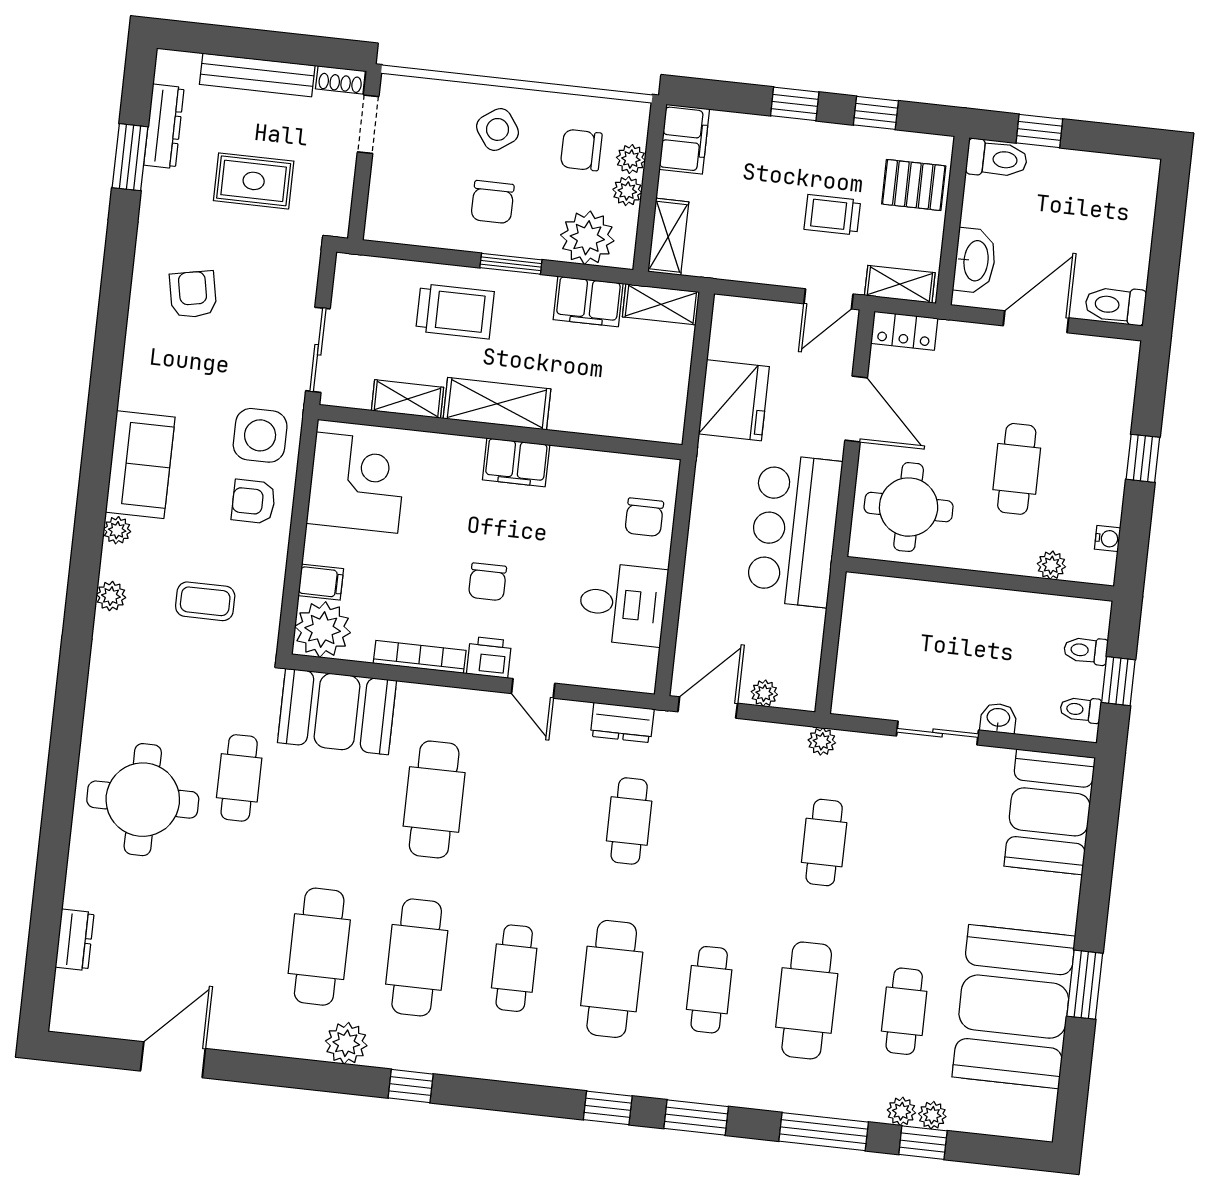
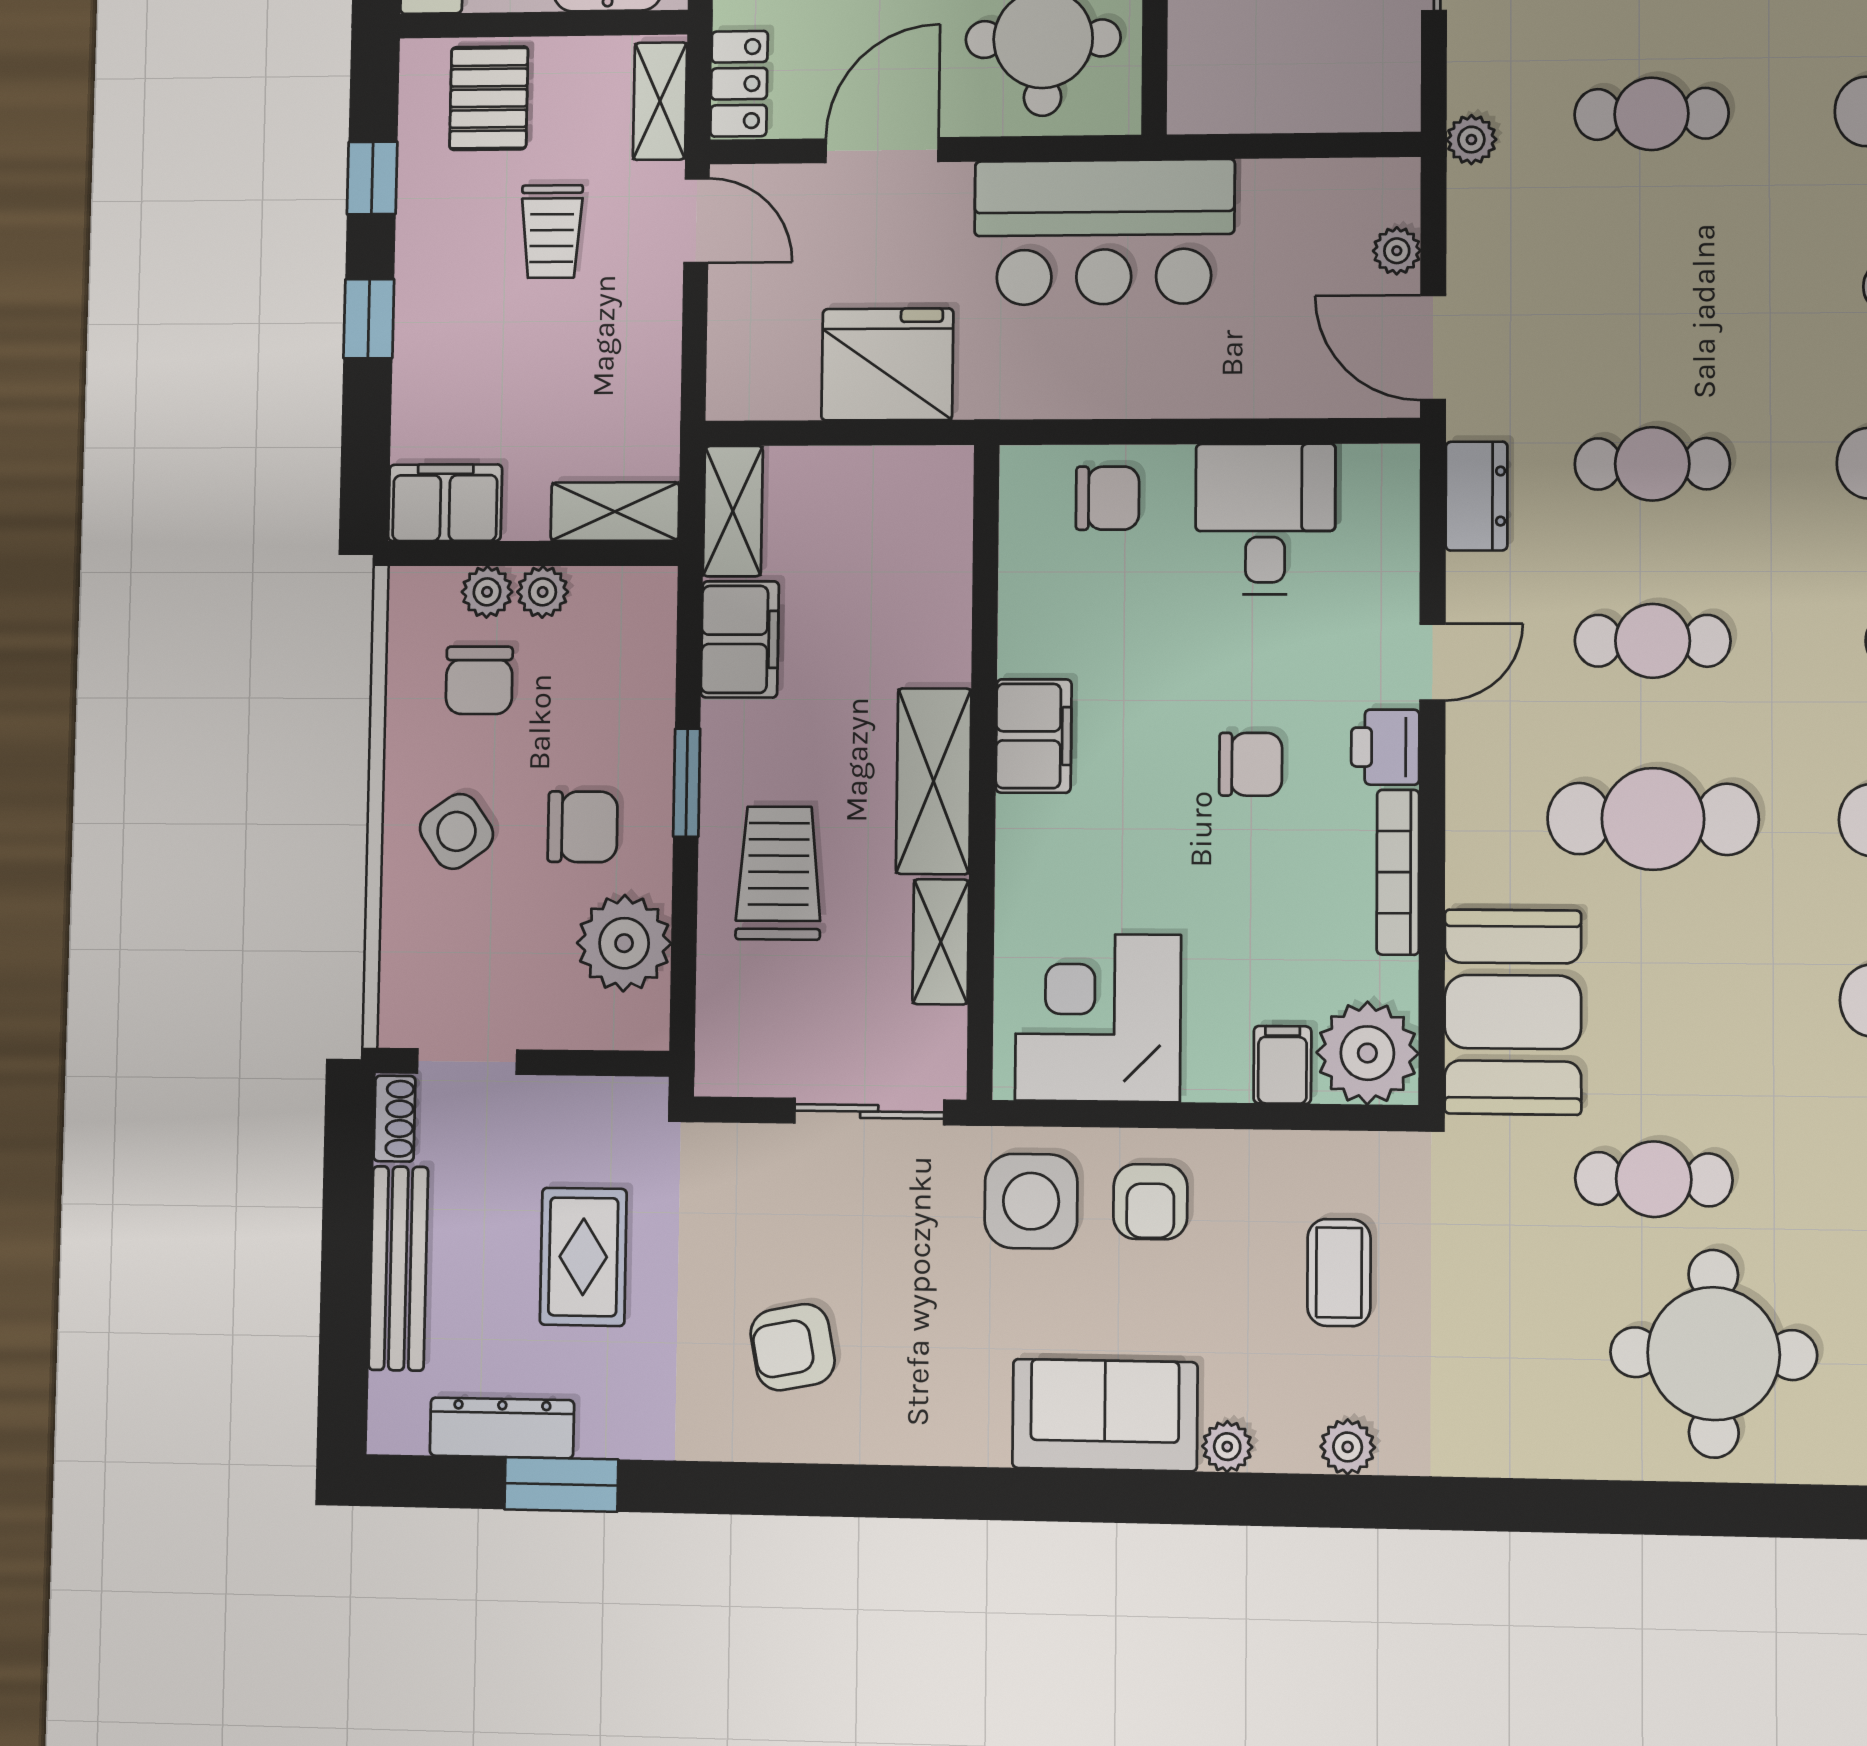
plant: (587, 238) -> (624, 943), moved
cafe table: (532, 810) -> (1653, 641), added

